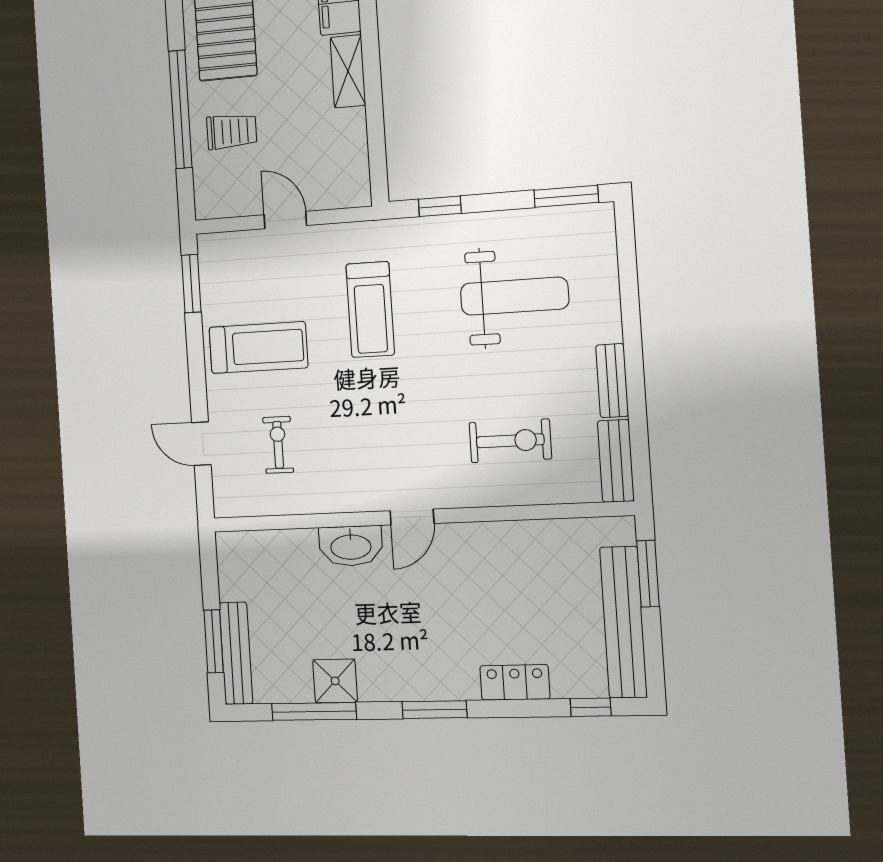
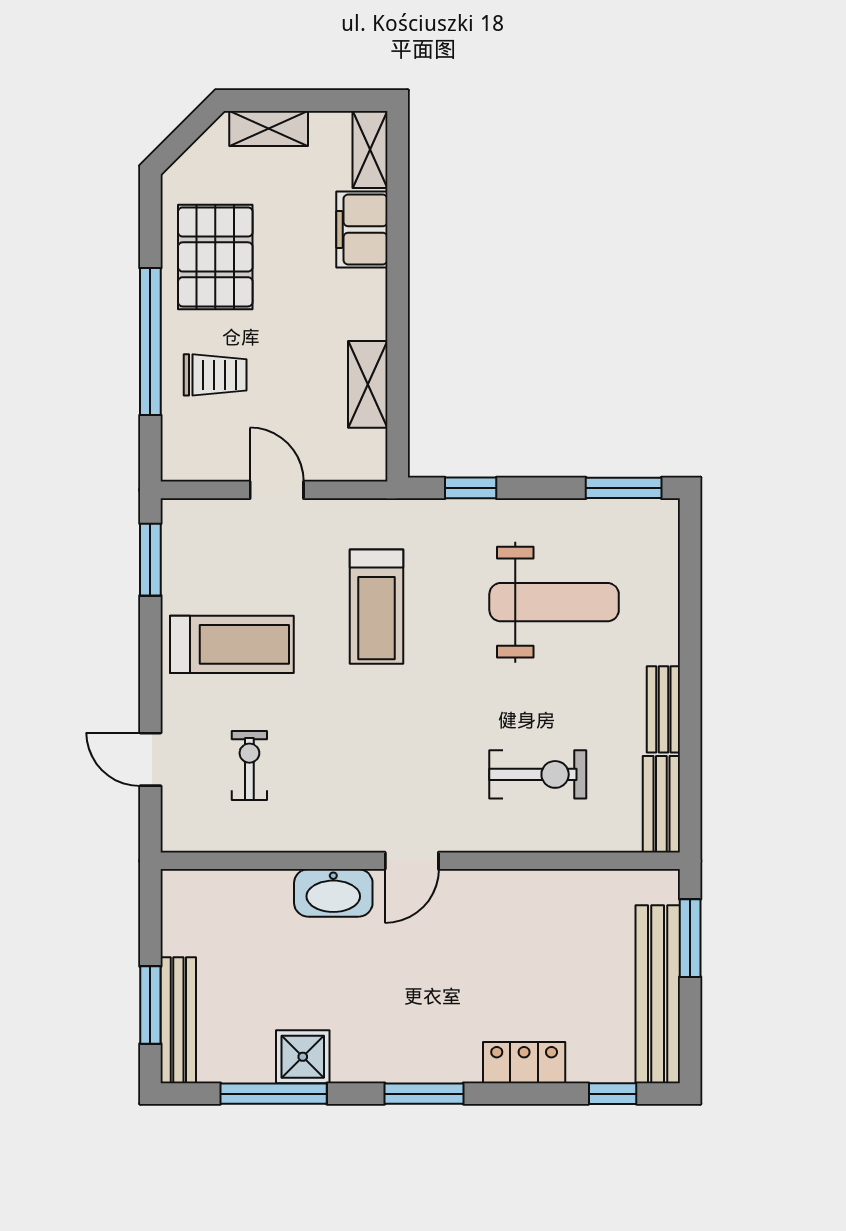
shelving: (348, 71) -> (368, 384), moved

